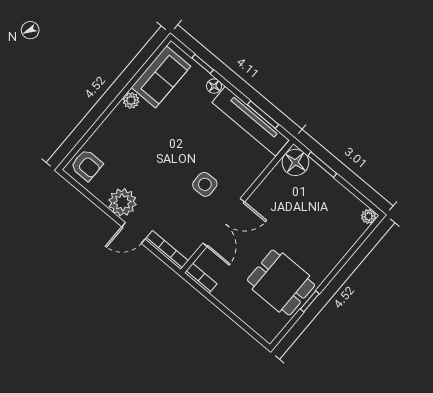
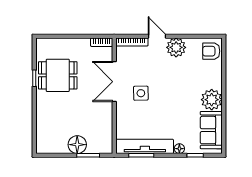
plant: (131, 100) -> (212, 100), width x1.88, depth x1.88
floor lamp: (295, 162) -> (77, 145), moved
plant: (369, 216) -> (41, 149), removed
door: (133, 233) -> (157, 36), hinge flipped

